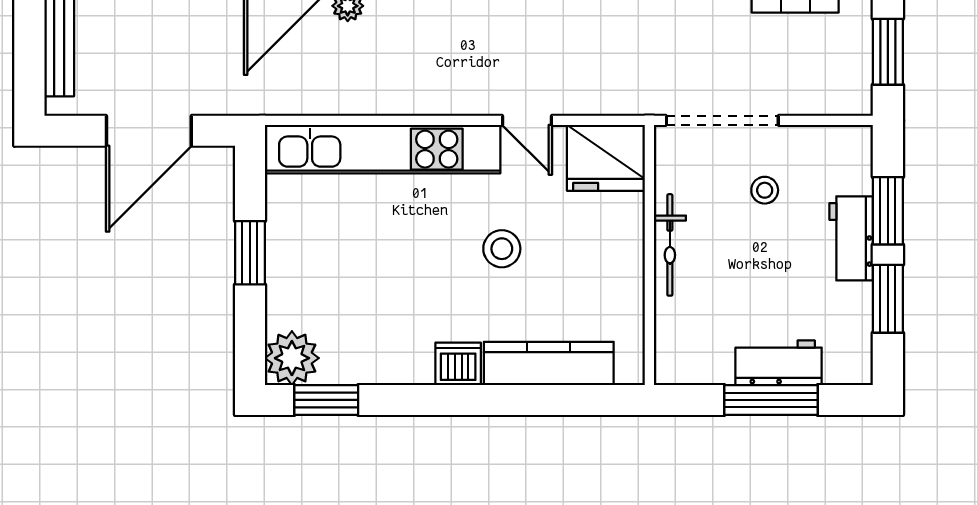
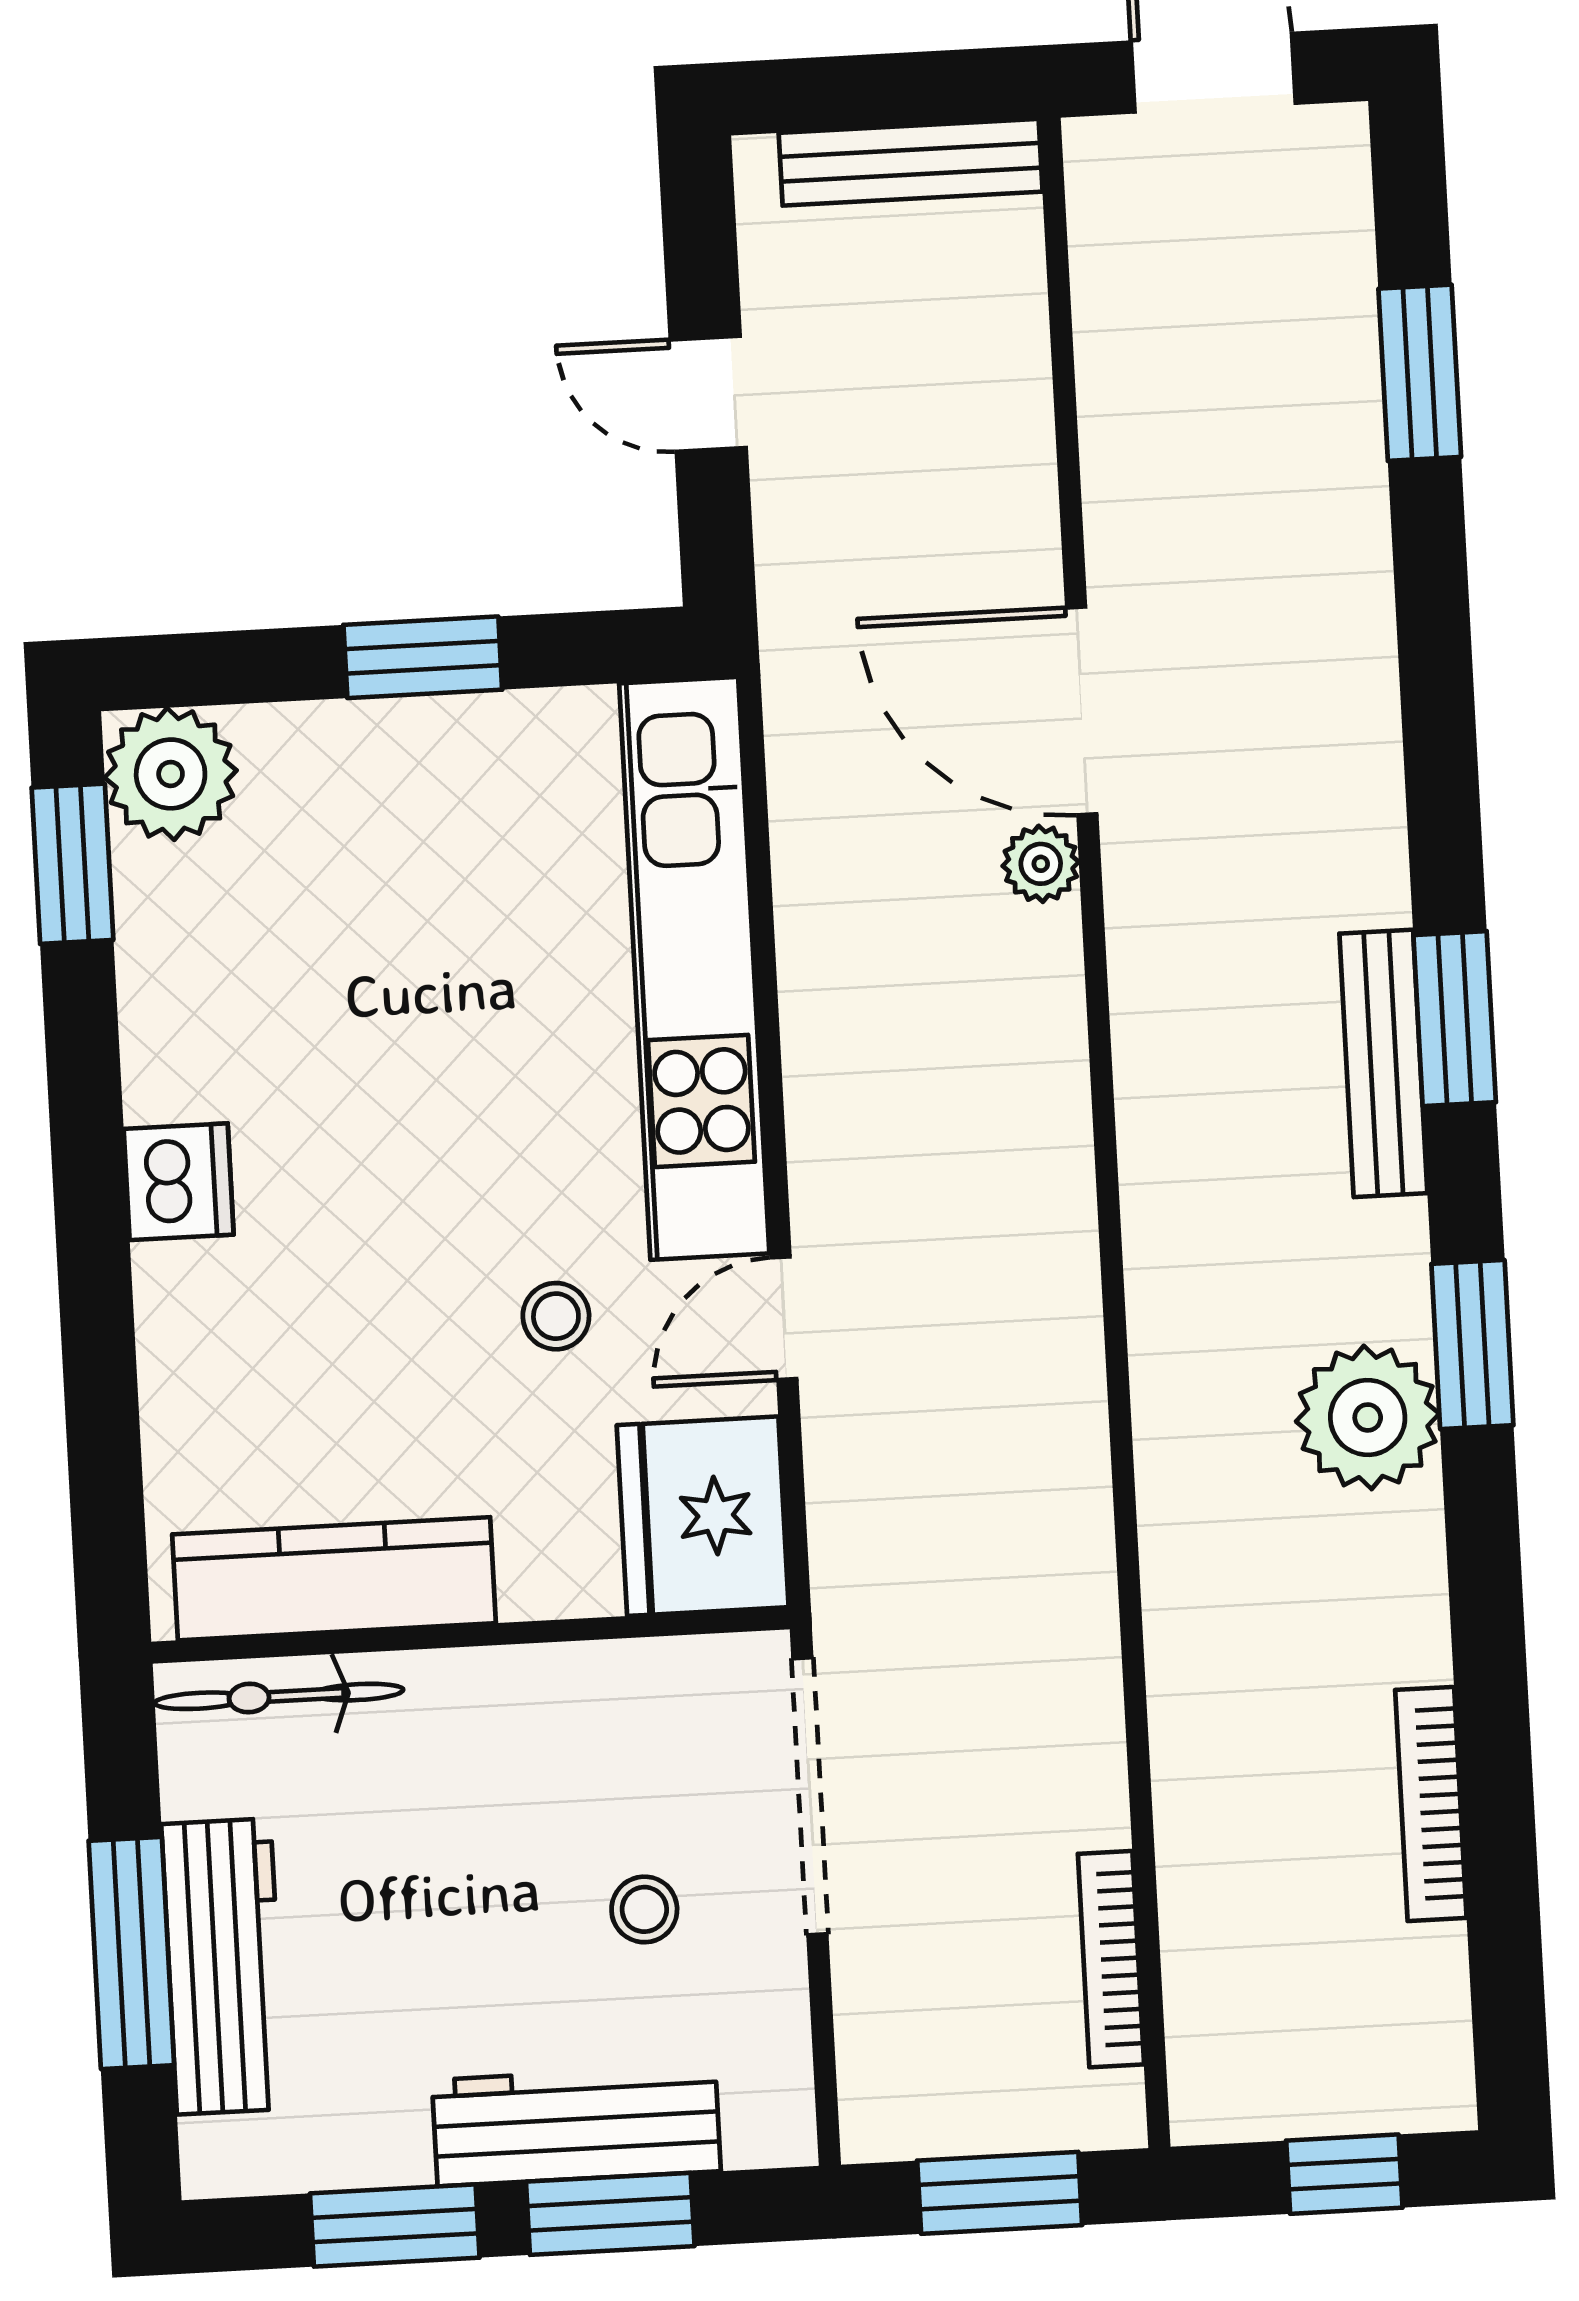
door: (149, 131) -> (708, 394), width x0.53
workbench: (851, 238) -> (576, 2126), width x1.38
bicycle: (670, 245) -> (279, 1696), moved
stool: (502, 249) -> (556, 1316), moved, width x0.73, depth x0.73
kitchen counter: (549, 363) -> (334, 1579), moved, turned -90
workbench: (779, 363) -> (224, 1966), width x1.38

